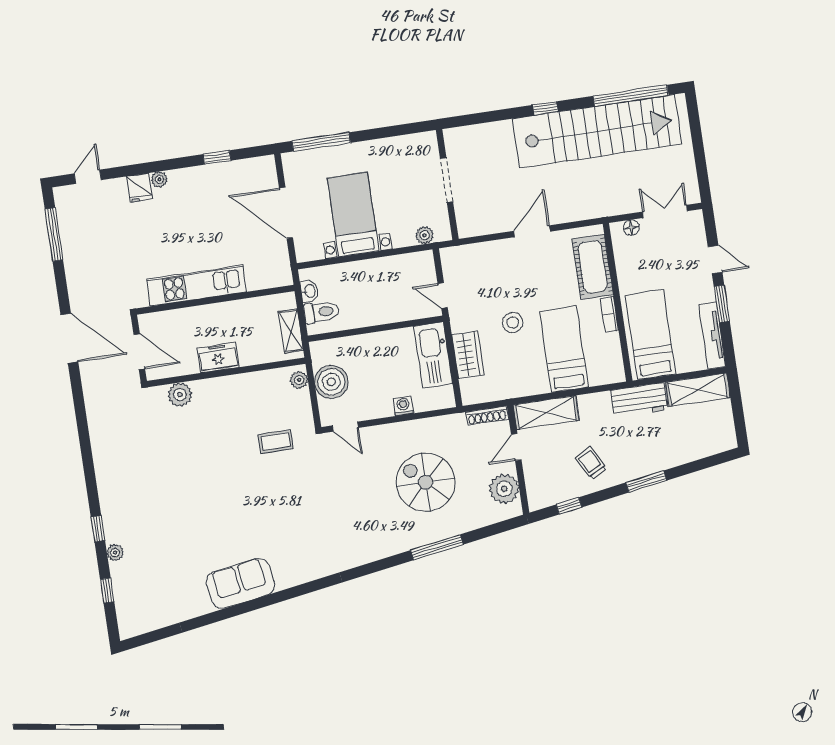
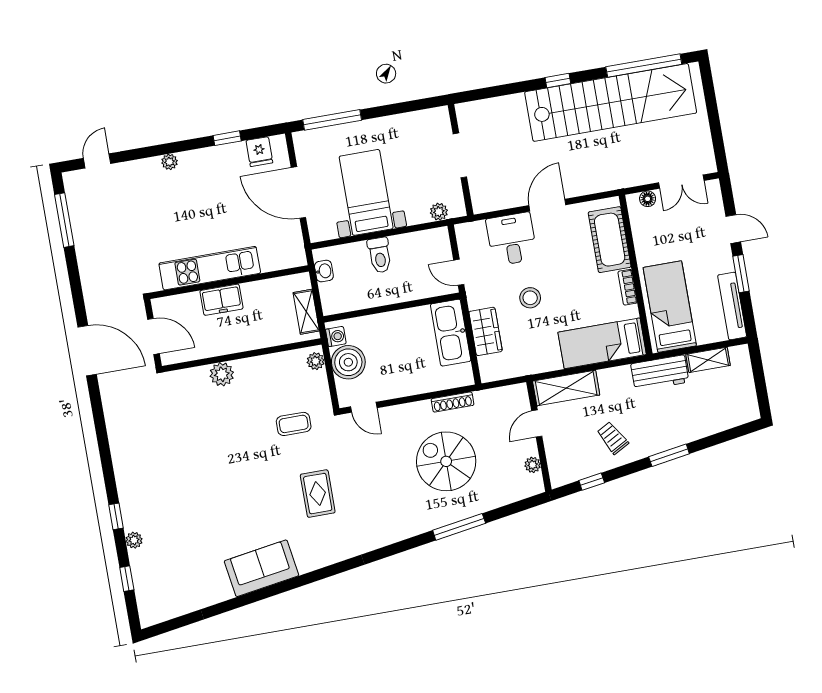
fridge: (140, 188) -> (259, 152), moved
double door: (665, 211) -> (681, 182), swing flipped
desk: (496, 264) -> (512, 239), added
toilet: (321, 312) -> (380, 255), moved, turned 90
door: (69, 338) -> (87, 351), moved
bed: (564, 349) -> (602, 343), moved, turned -90
freezer: (218, 358) -> (221, 300), moved, turned 180
shelving: (698, 390) -> (708, 360), width x0.67, depth x0.75
plant: (180, 395) -> (222, 374), moved
washing machine: (403, 406) -> (336, 336), moved, turned 90
shoe rack: (487, 416) -> (453, 402), moved
plant: (504, 489) -> (533, 465), width x0.53, depth x0.53
rug: (298, 511) -> (318, 494), added

